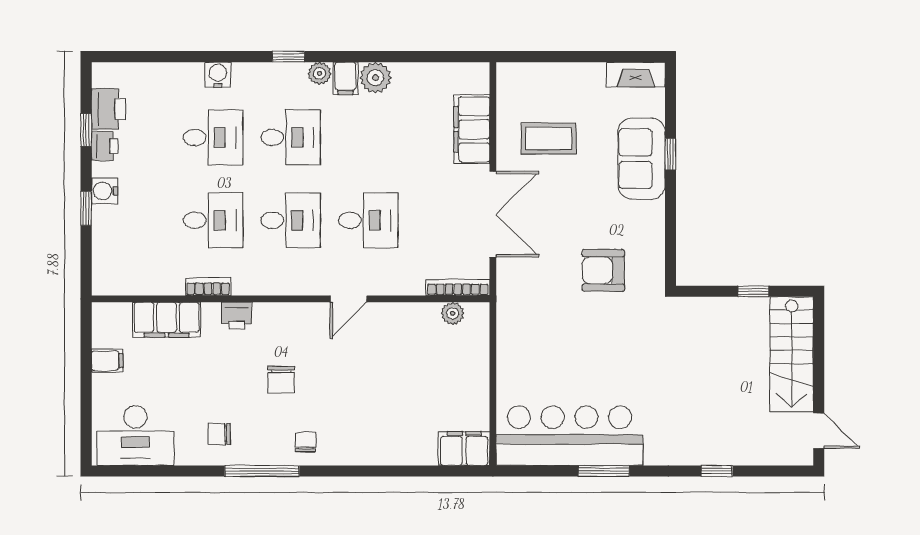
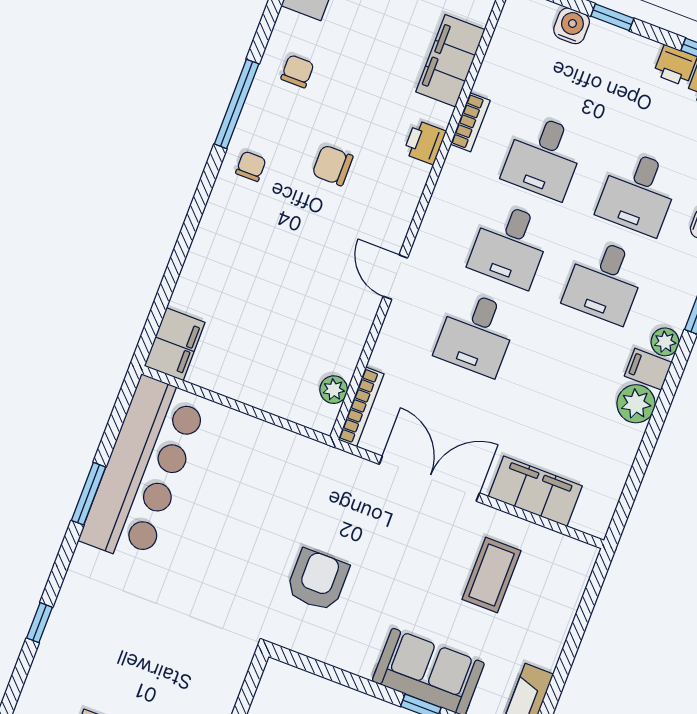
water cooler: (105, 191) -> (572, 26), moved
double door: (493, 214) -> (429, 479), swing flipped
chair: (306, 442) -> (251, 166), turned -90

